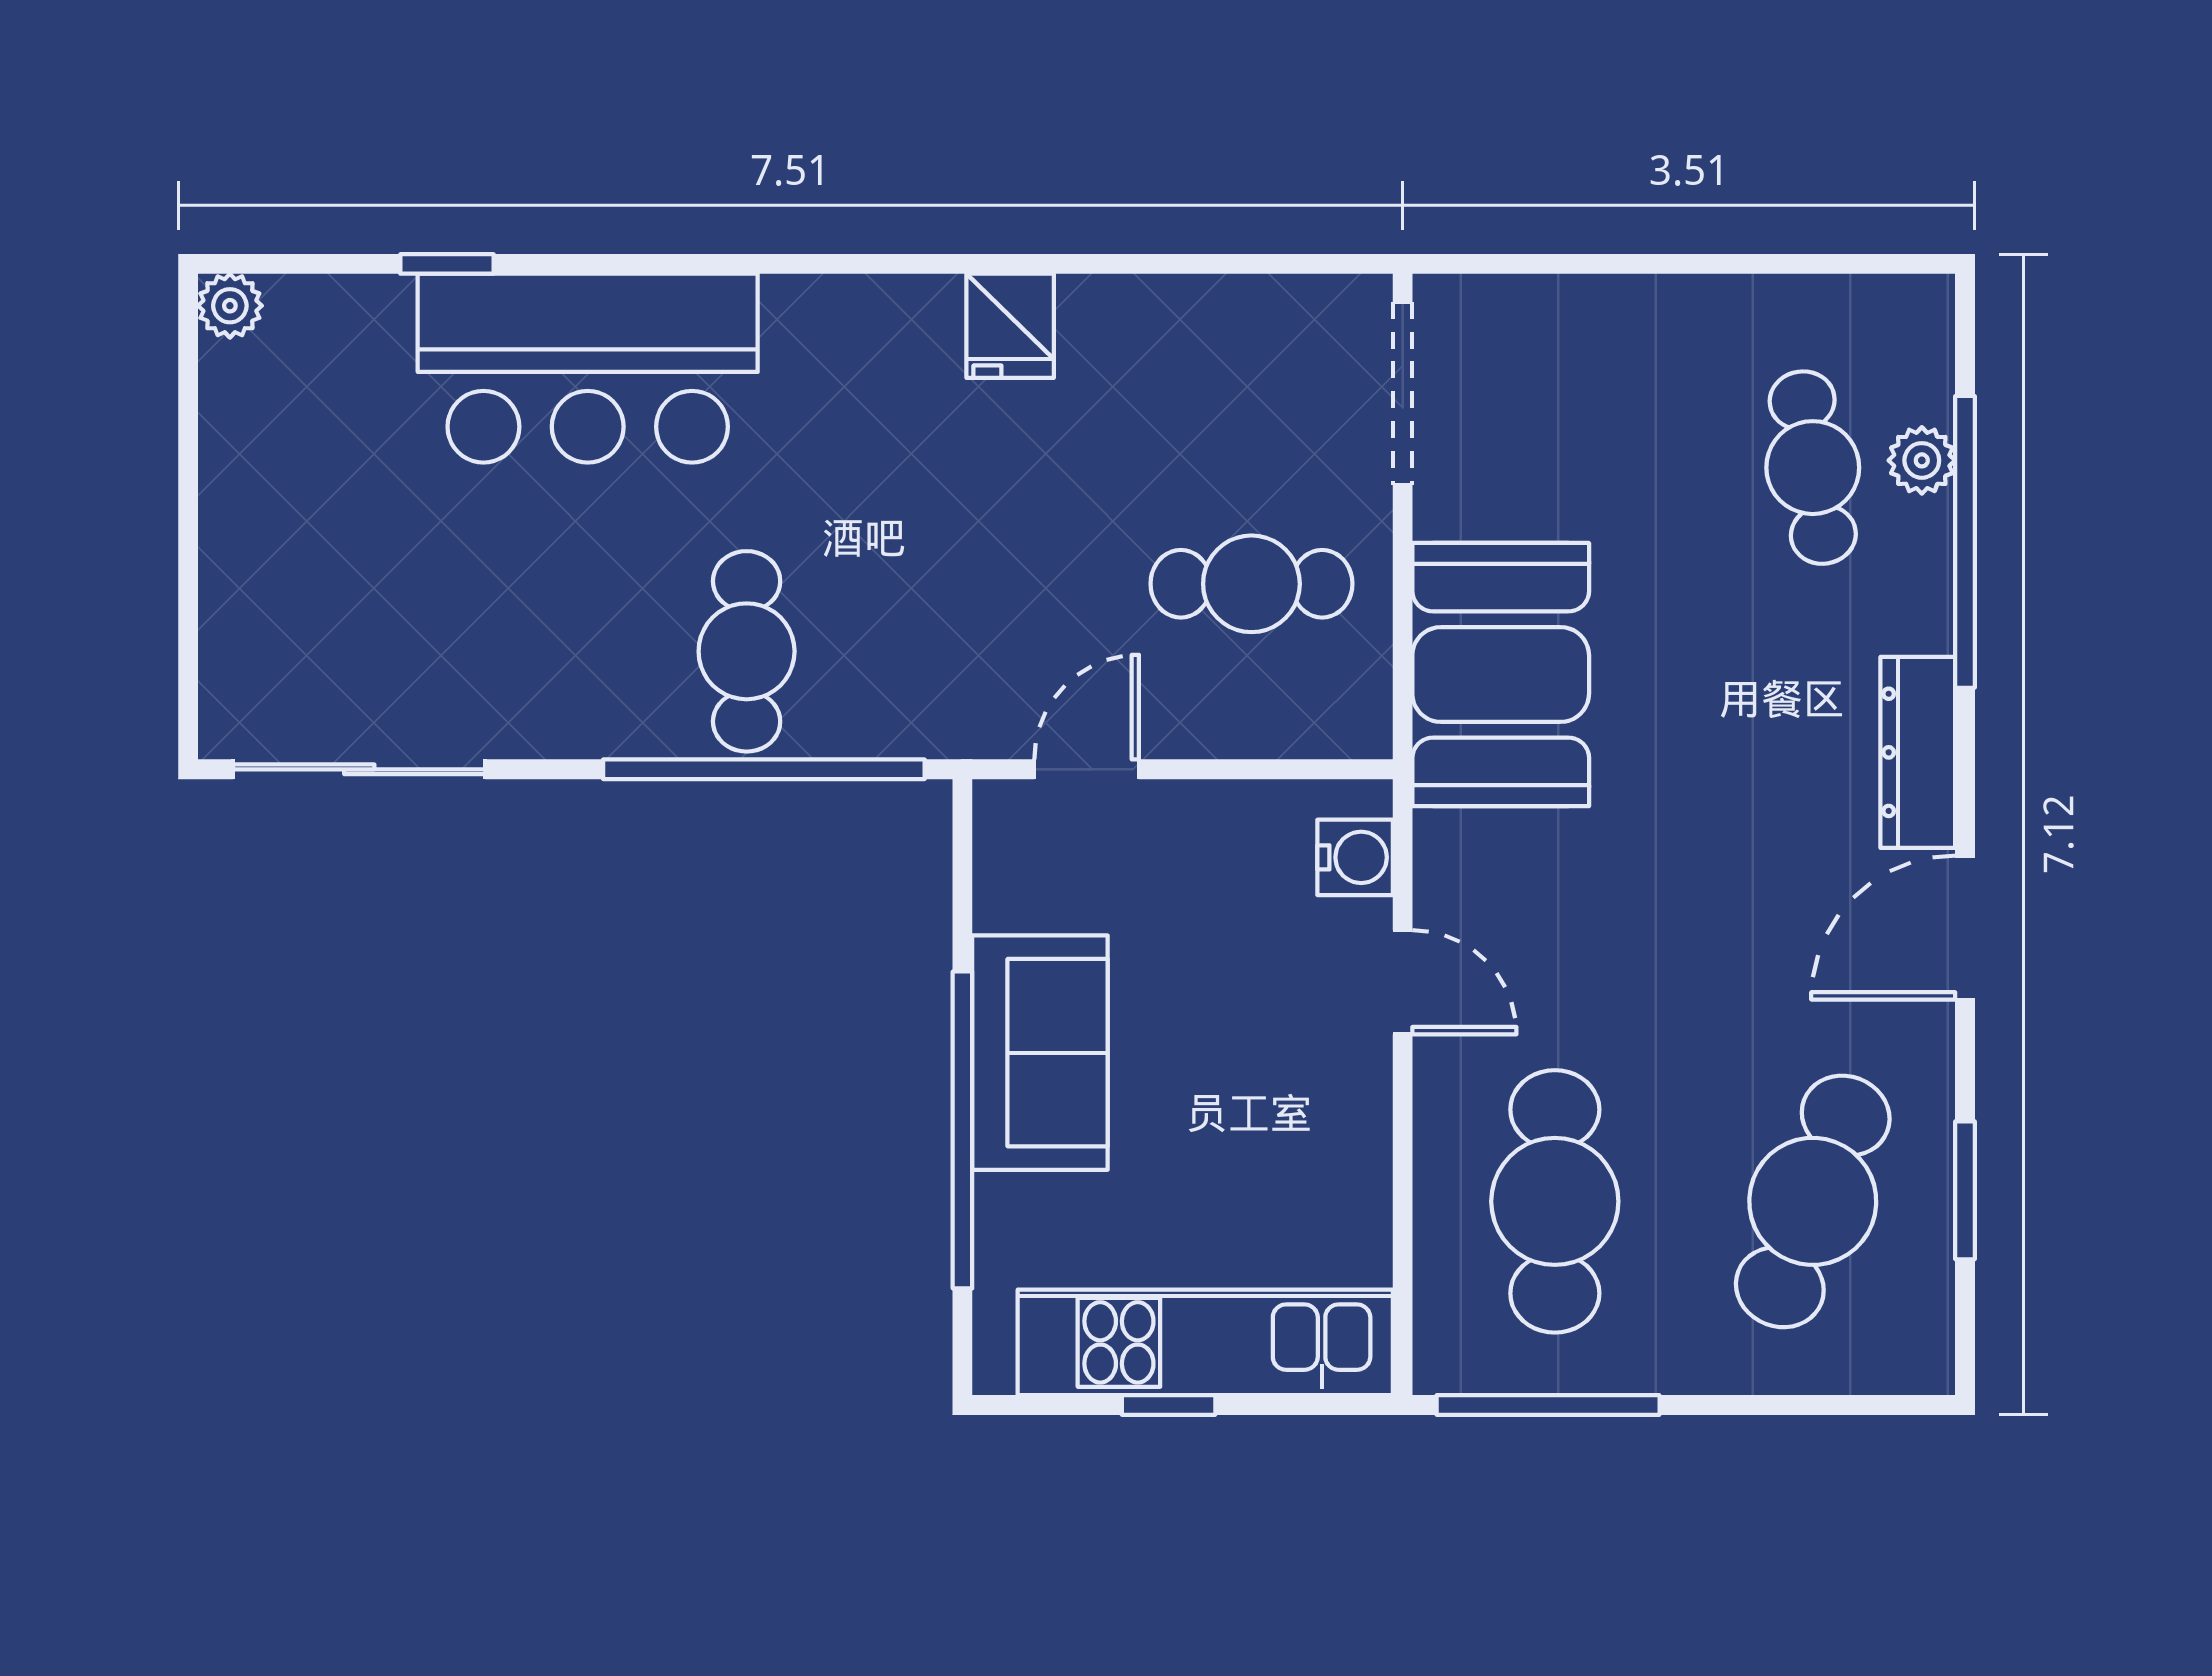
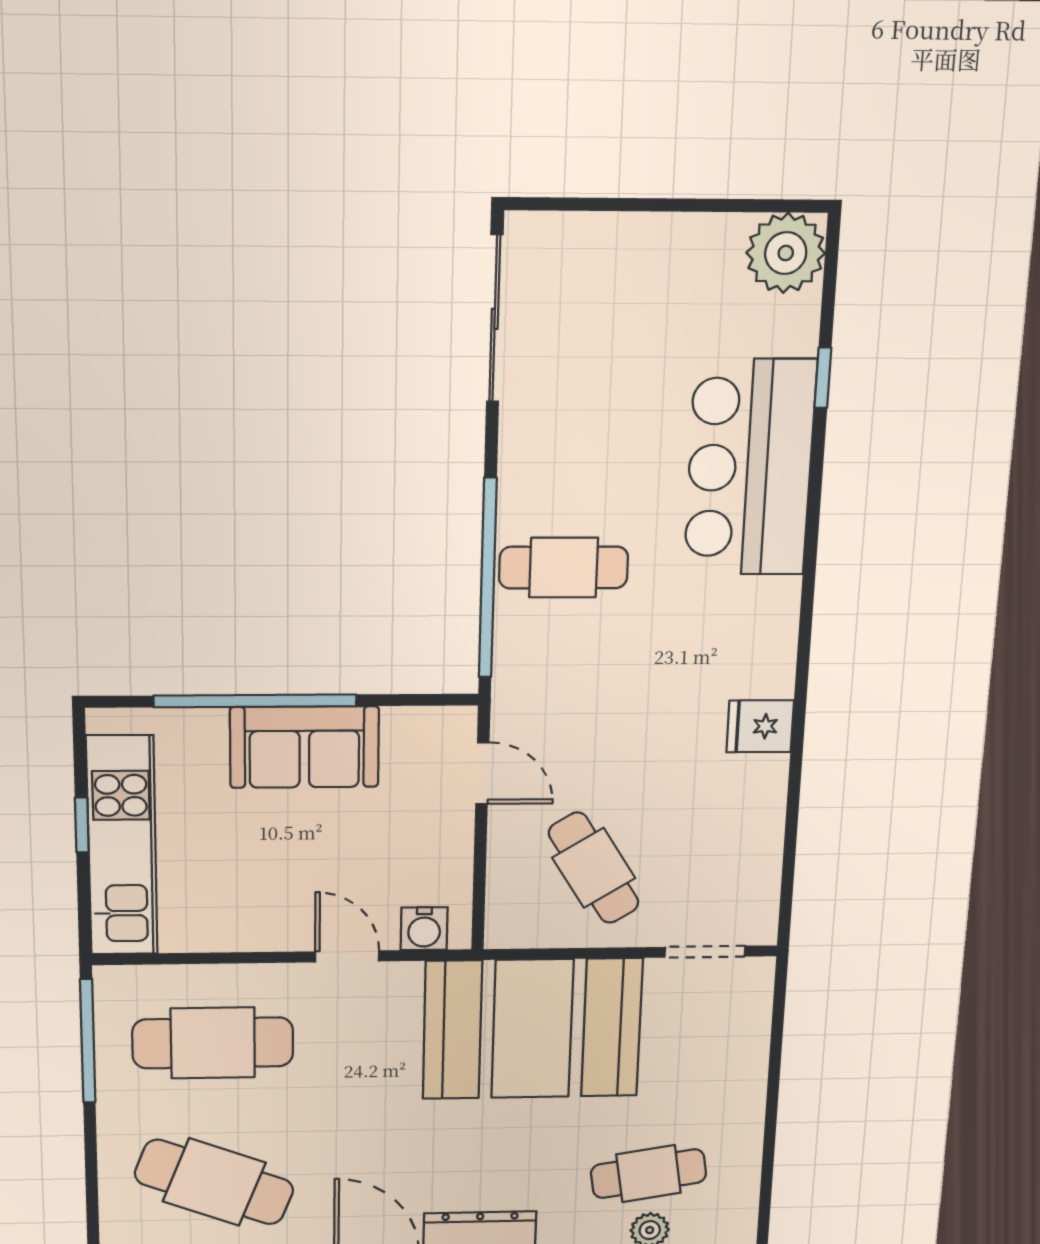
plant: (230, 306) -> (786, 253), width x1.87, depth x1.87
doorway: (1403, 393) -> (705, 952), width x0.73
cafe table: (1251, 584) -> (594, 868), turned -32
booth: (1501, 675) -> (532, 1029), width x1.36, depth x1.42
door: (1403, 982) -> (347, 956), swing flipped

